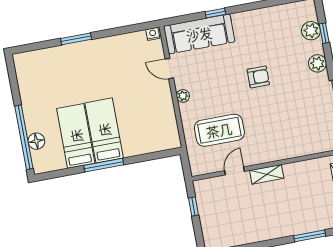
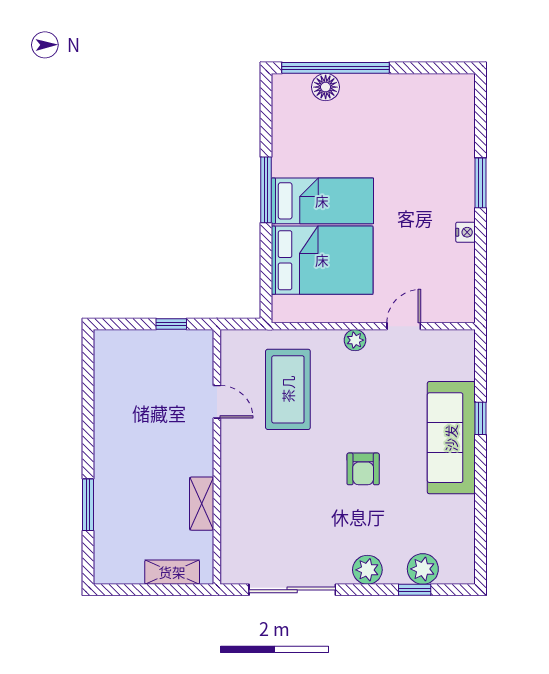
nightstand: (153, 34) -> (466, 232), moved
sofa: (199, 34) -> (451, 438), moved
bed: (76, 136) -> (322, 260), moved, width x1.50
shelving: (267, 174) -> (202, 504), moved

